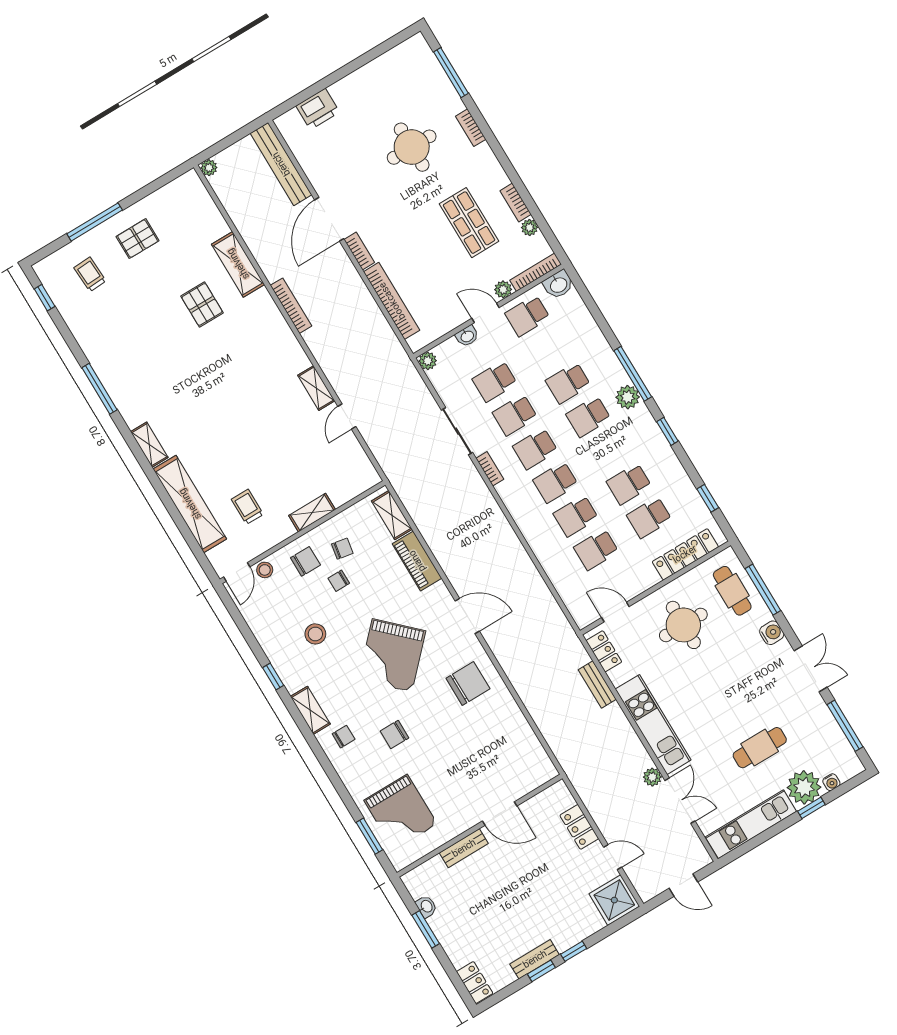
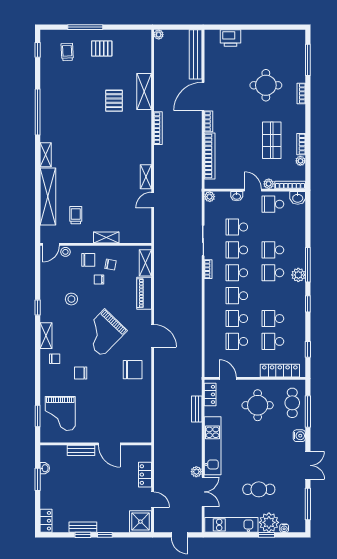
window: (100, 389) -> (38, 112), width x1.46

